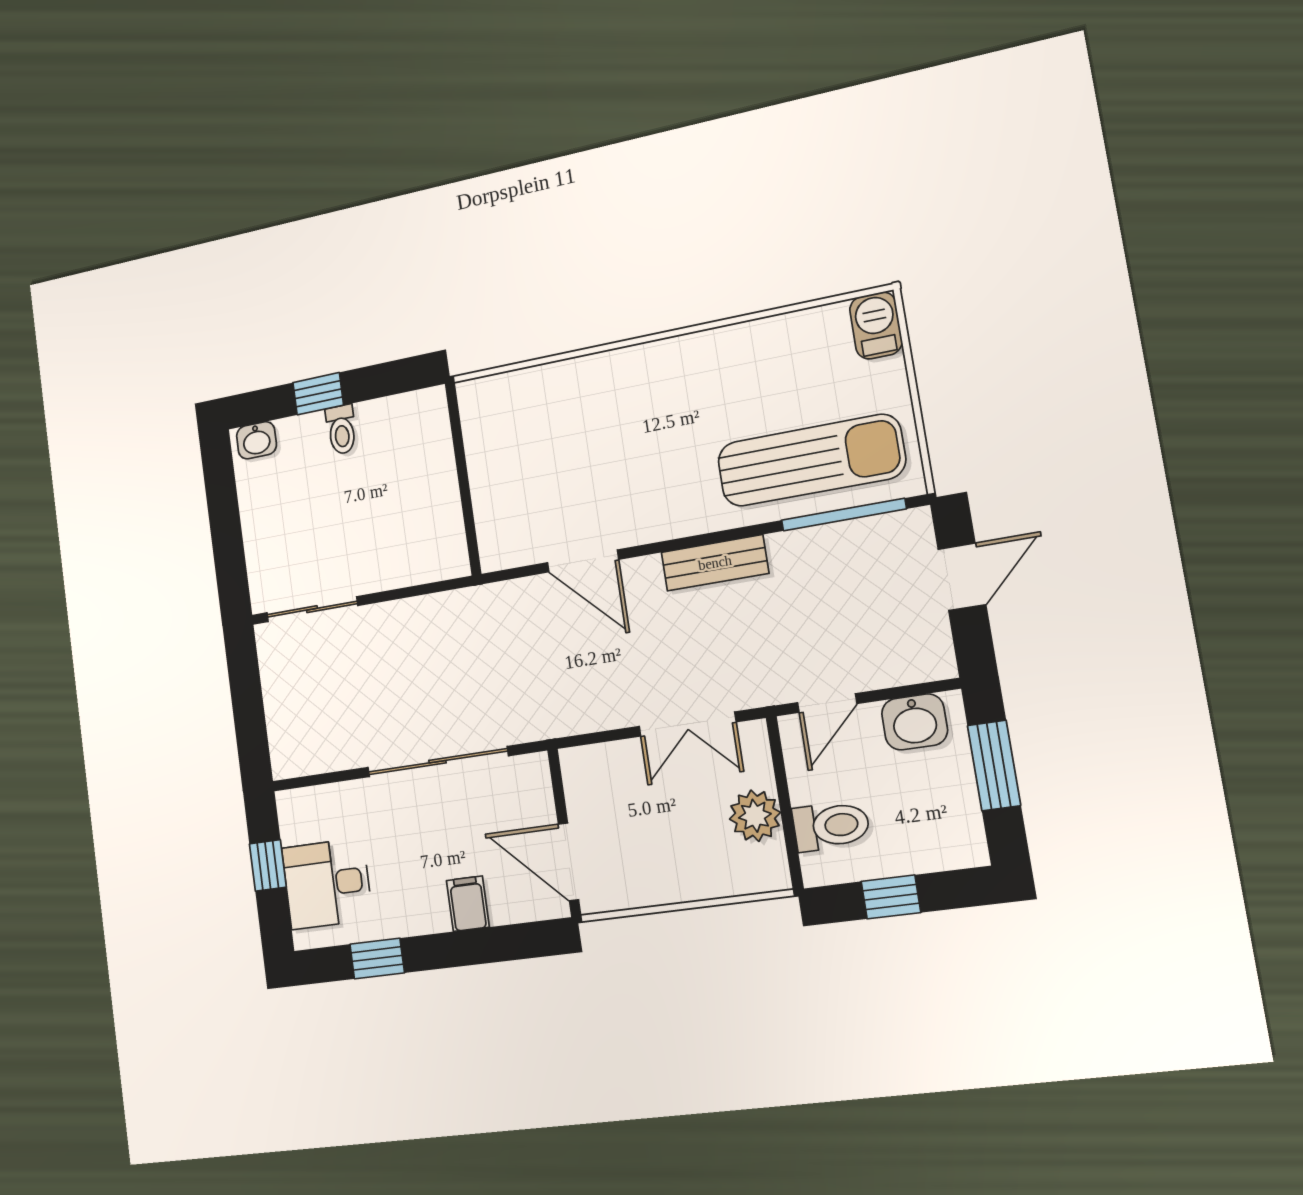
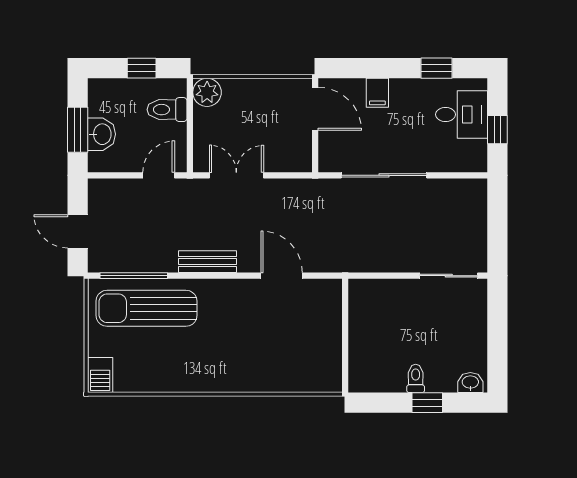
door: (962, 577) -> (78, 231), hinge flipped
washbasin: (914, 722) -> (102, 134), moved, turned 90
plant: (755, 816) -> (207, 92), moved

